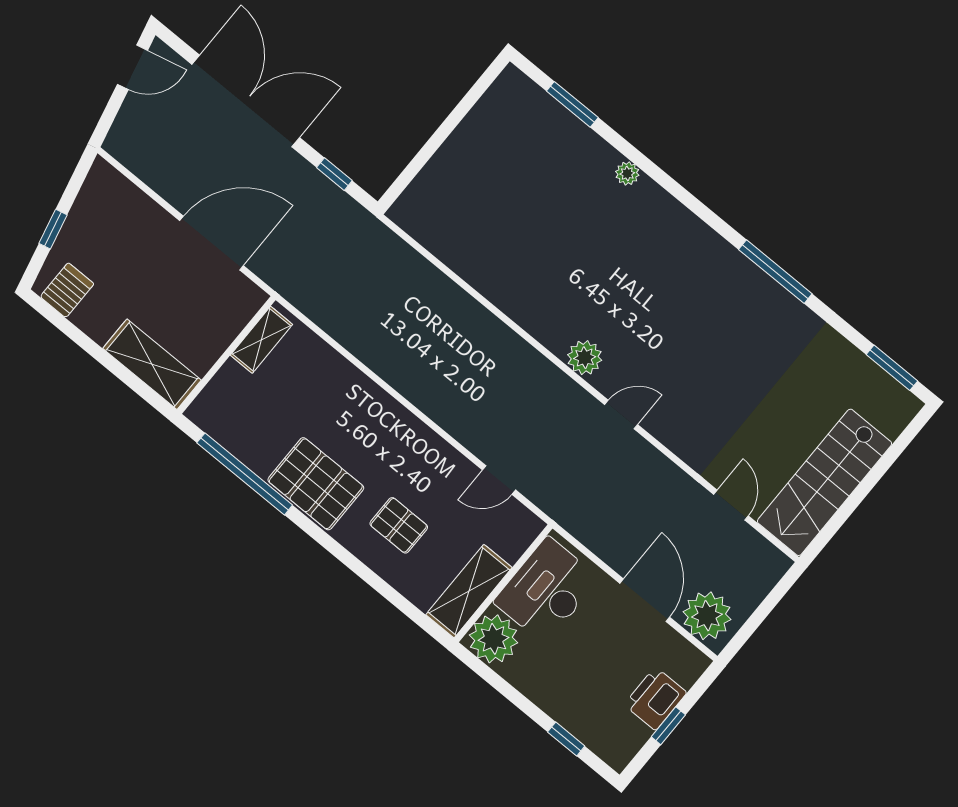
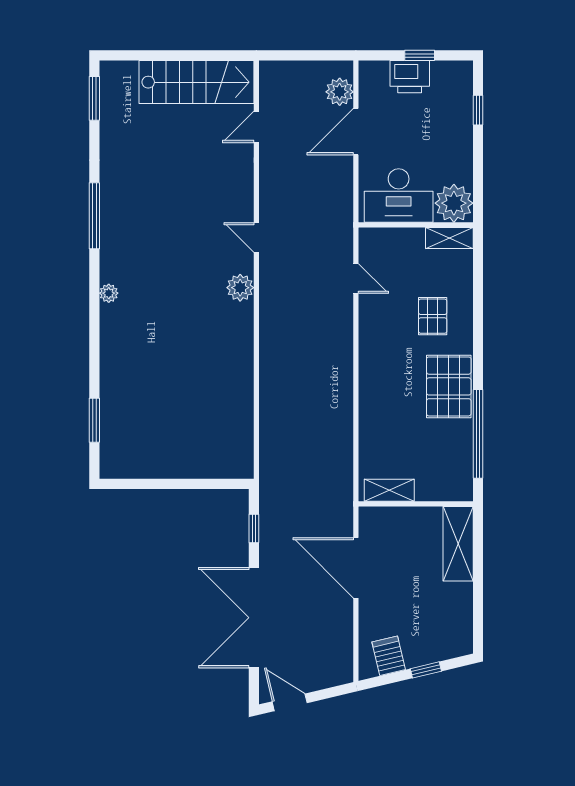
plant: (627, 173) -> (109, 293), moved
server rack: (67, 290) -> (389, 656), moved, turned 77
shelving: (469, 591) -> (449, 238), width x0.67, depth x0.75
plant: (707, 616) -> (340, 92), width x0.73, depth x0.73

